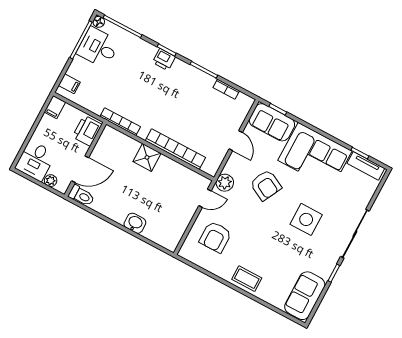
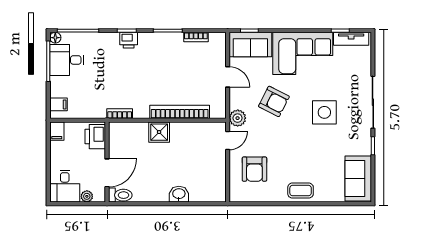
bookcase: (120, 122) -> (120, 114), width x0.64

